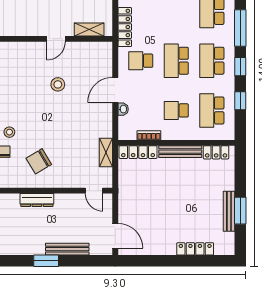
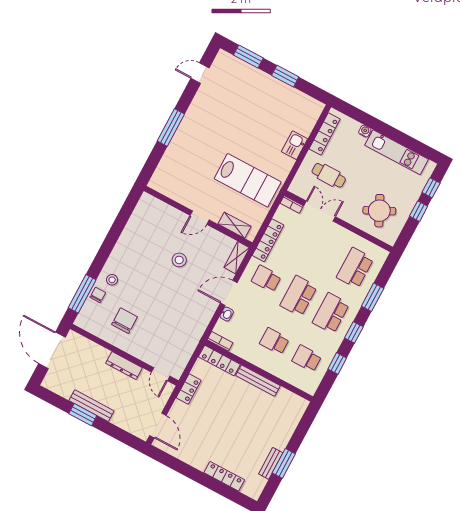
window: (240, 28) -> (373, 297), width x0.69
school desk: (212, 110) -> (307, 358), width x0.54
bookcase: (149, 135) -> (220, 341), moved
locker: (216, 152) -> (189, 389), moved, turned -90
shelving: (106, 153) -> (237, 258), moved
chair: (39, 161) -> (125, 321), turned 121
dresser: (37, 200) -> (124, 366), moved
bench: (229, 211) -> (271, 463), width x0.73
bench: (67, 249) -> (92, 406), moved

